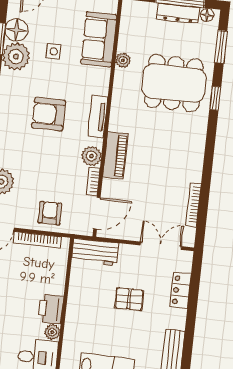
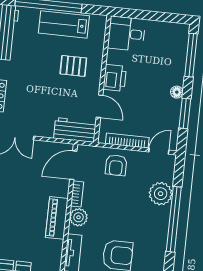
door: (68, 278) -> (100, 106), added
pallet: (129, 299) -> (73, 66), moved
plant: (52, 332) -> (113, 57), removed

